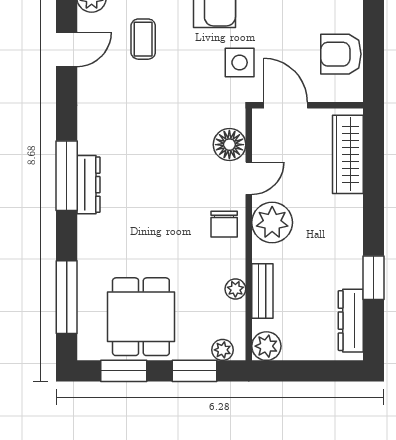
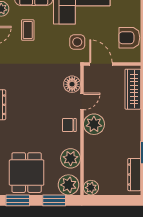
chair: (224, 224) -> (69, 125), turned 90
plant: (235, 289) -> (71, 158), width x1.88, depth x1.88
bench: (262, 291) -> (89, 159), removed
plant: (223, 350) -> (68, 185), width x1.87, depth x1.87

